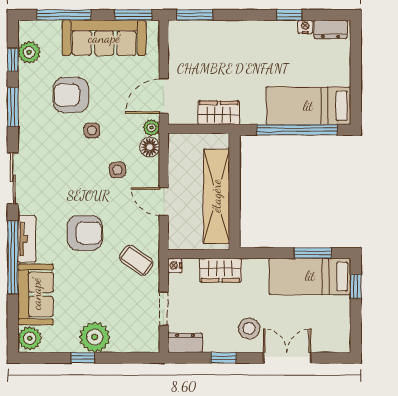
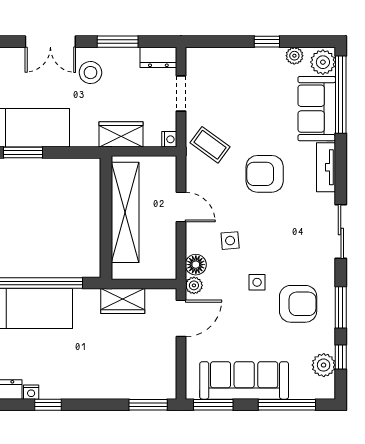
armchair: (71, 95) -> (298, 304), moved
window: (13, 257) -> (341, 95), moved
plant: (95, 337) -> (294, 56), moved, width x0.53, depth x0.53
window: (223, 358) -> (118, 42), width x1.50

